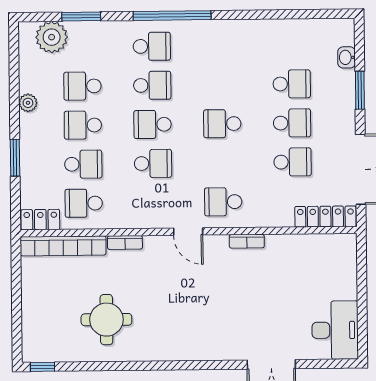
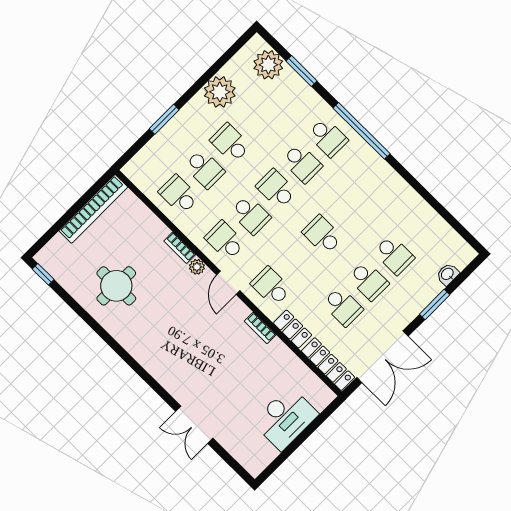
school desk: (82, 86) -> (225, 241), moved
plant: (28, 103) -> (220, 92), width x1.88, depth x1.88
locker: (40, 220) -> (293, 329), moved
plant: (152, 244) -> (197, 267), added
bookcase: (63, 246) -> (93, 209), moved, turned -90
desk: (335, 330) -> (285, 418), moved

